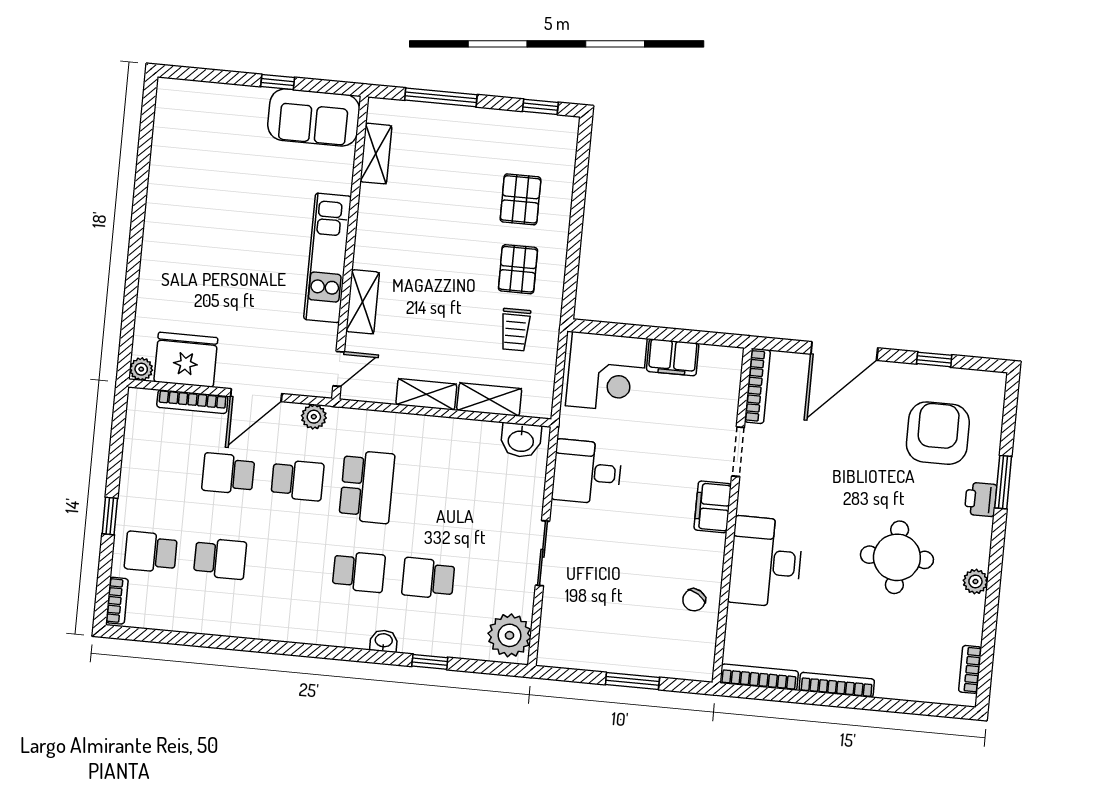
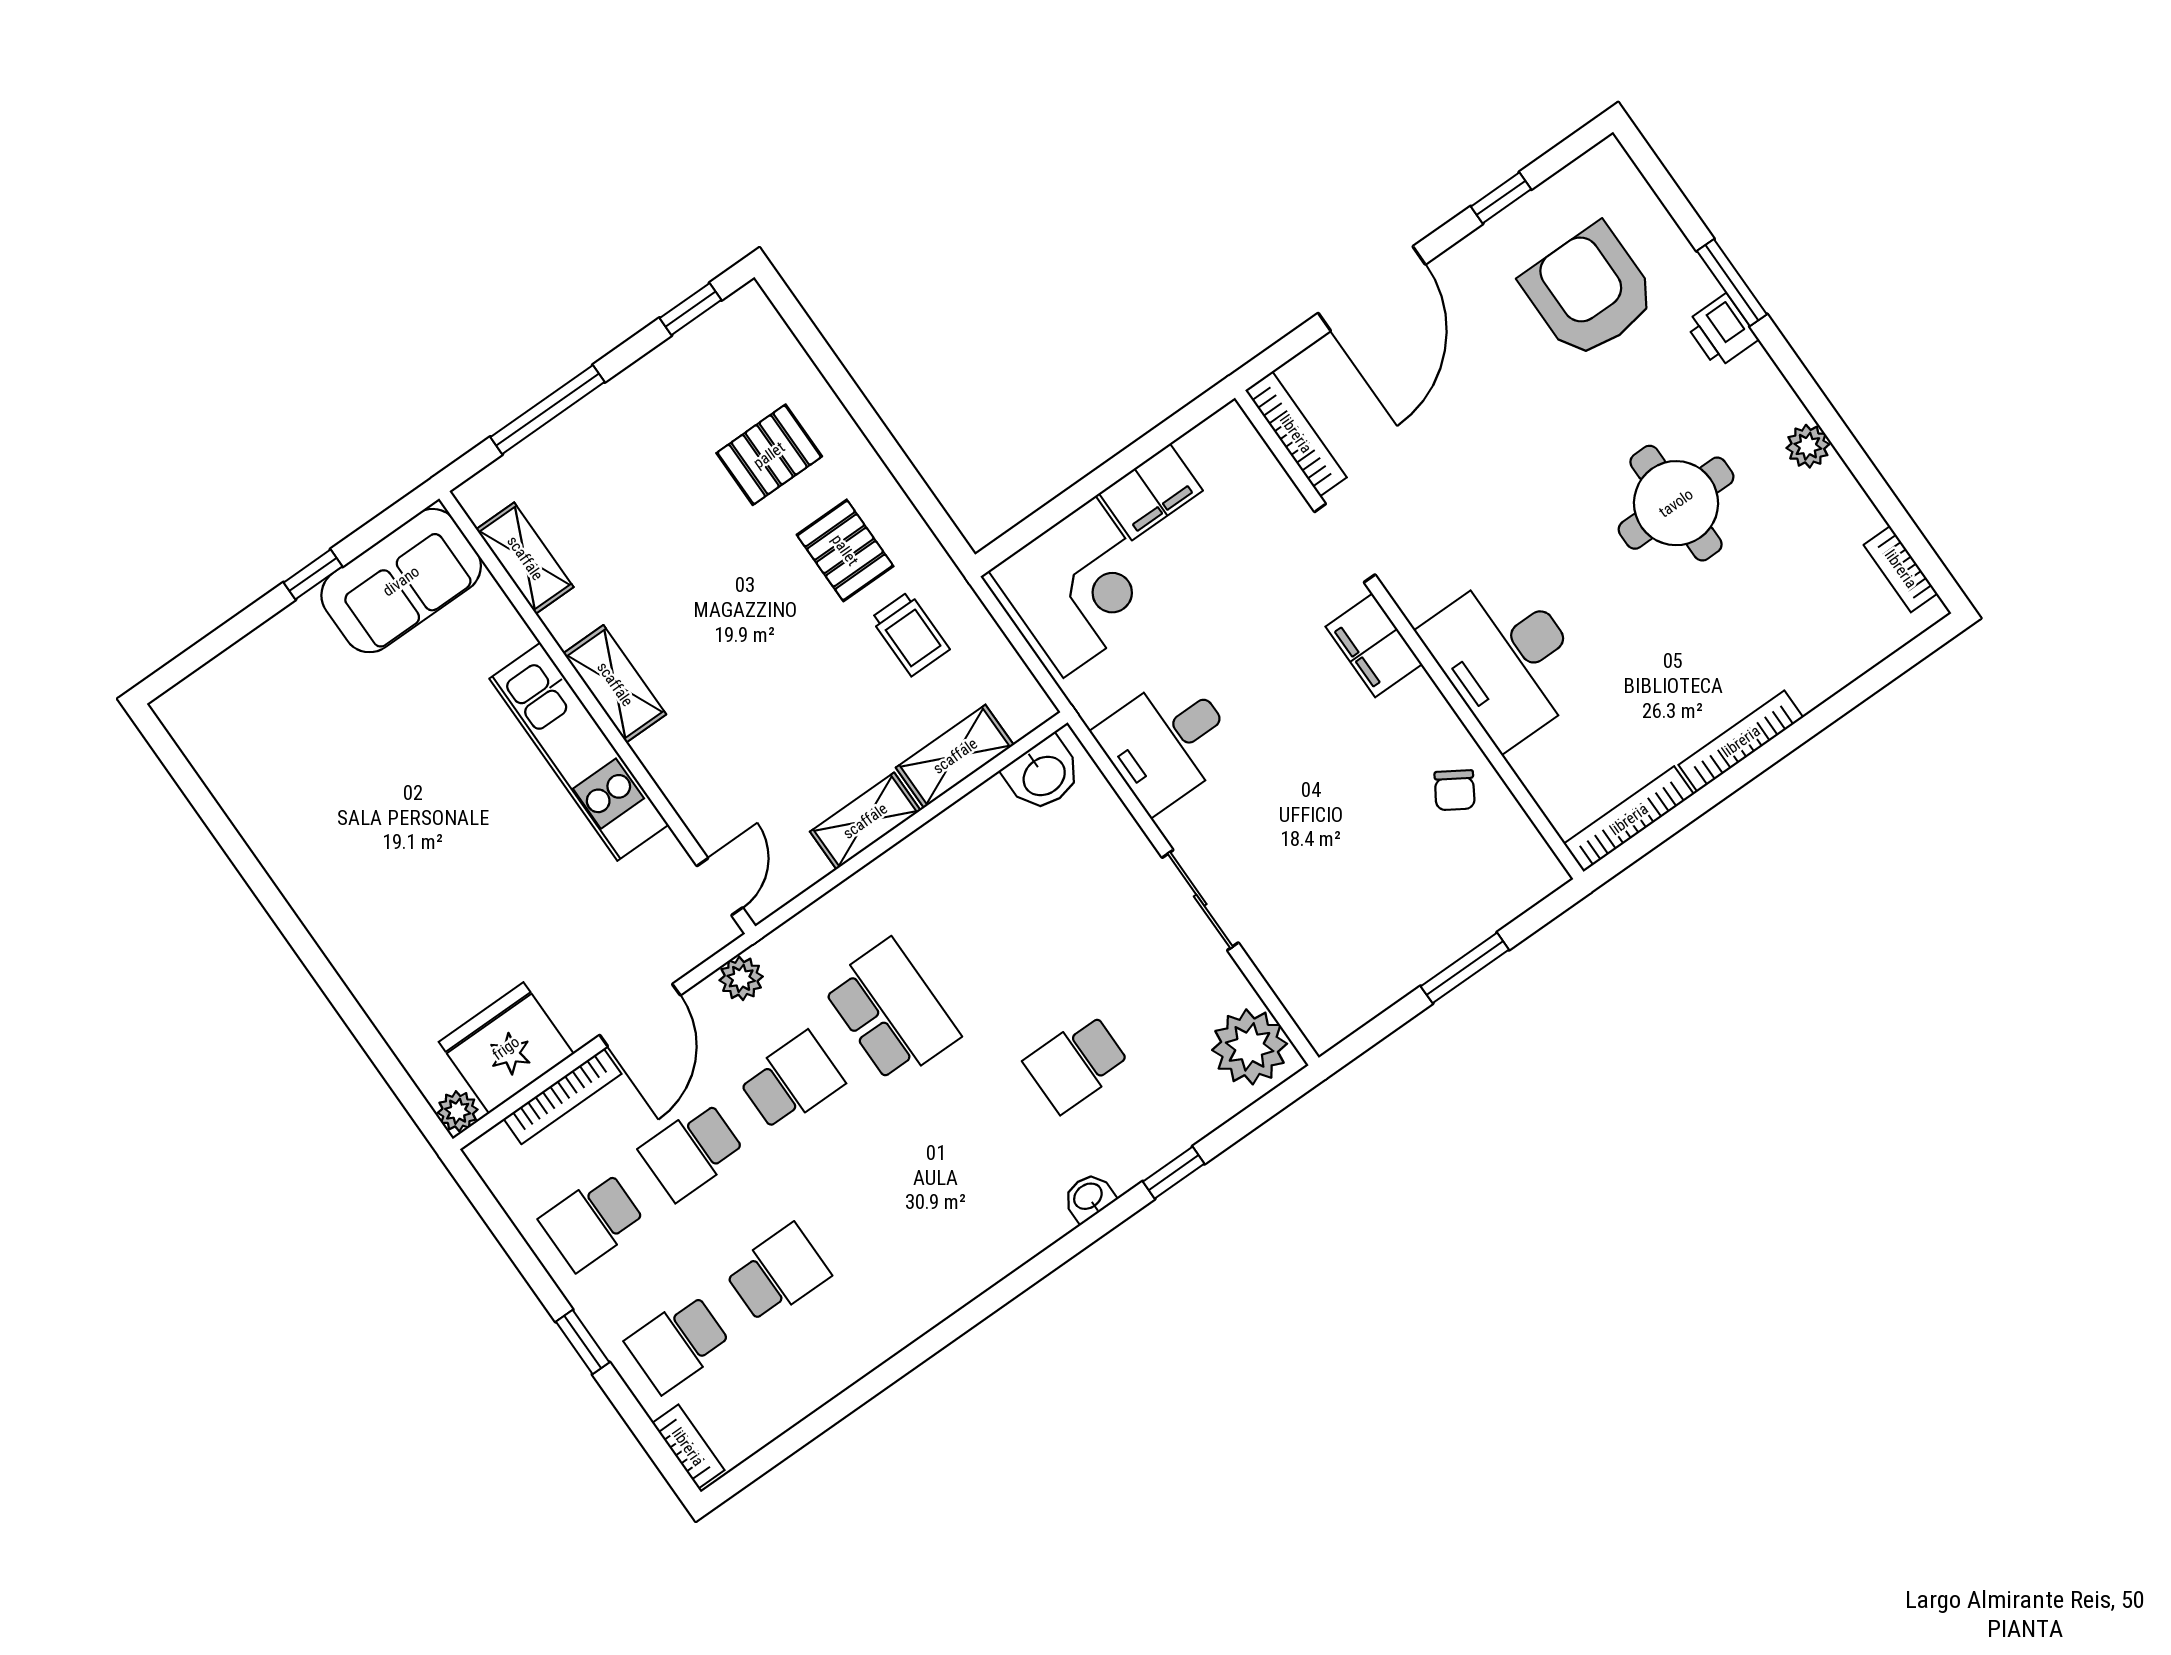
pallet: (521, 199) -> (769, 455), turned 90
shelving: (363, 302) -> (615, 684), moved
school desk: (359, 572) -> (592, 1221), moved, turned 180

